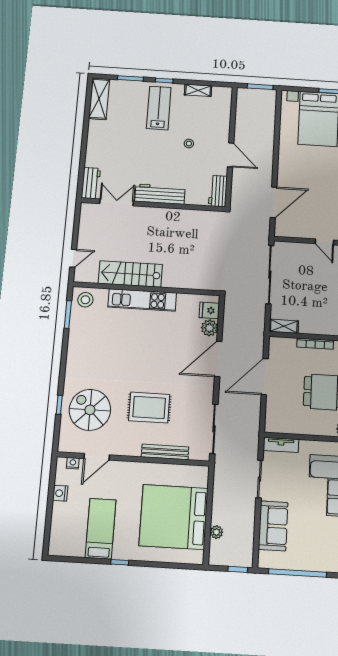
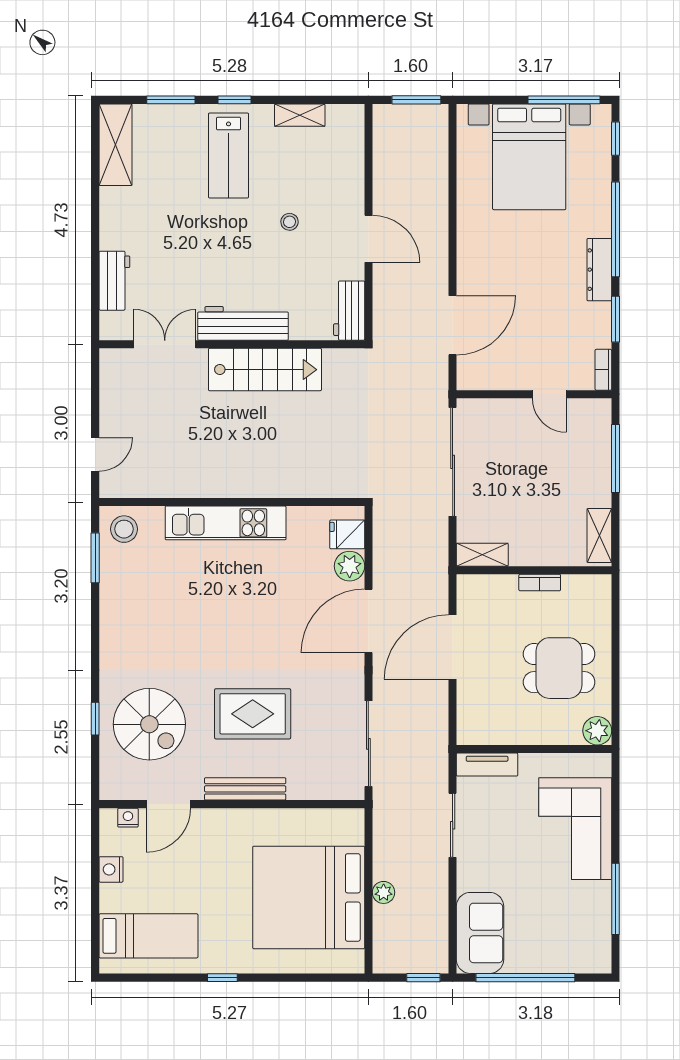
lab bench: (159, 108) -> (229, 155), turned 180
workbench: (91, 183) -> (114, 281), moved
stairs: (130, 274) -> (265, 370), moved, turned 180
bookcase: (315, 344) -> (540, 583), width x0.64
spiral stairs: (90, 410) -> (149, 724), turned 180
bench: (165, 452) -> (245, 789), moved
sofa: (273, 526) -> (480, 933), moved
bed: (101, 529) -> (148, 936), moved, turned 90
plant: (216, 532) -> (384, 892), moved

